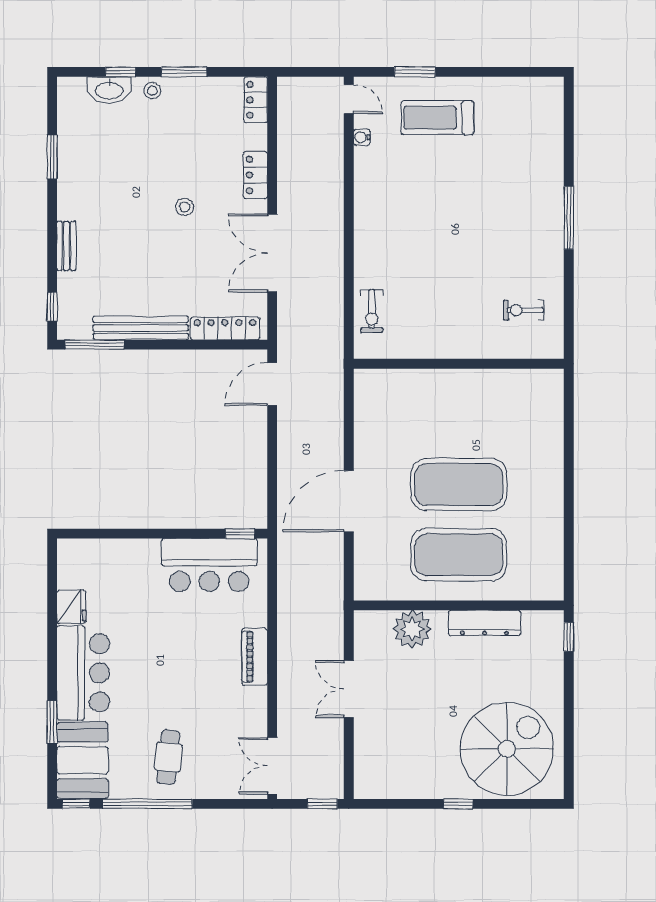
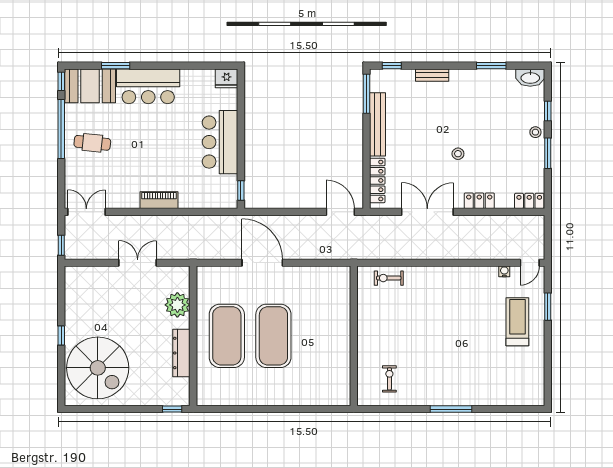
washbasin: (109, 90) -> (530, 78), moved, turned -90
bar counter: (209, 565) -> (220, 142), moved
fridge: (71, 607) -> (227, 78), moved

